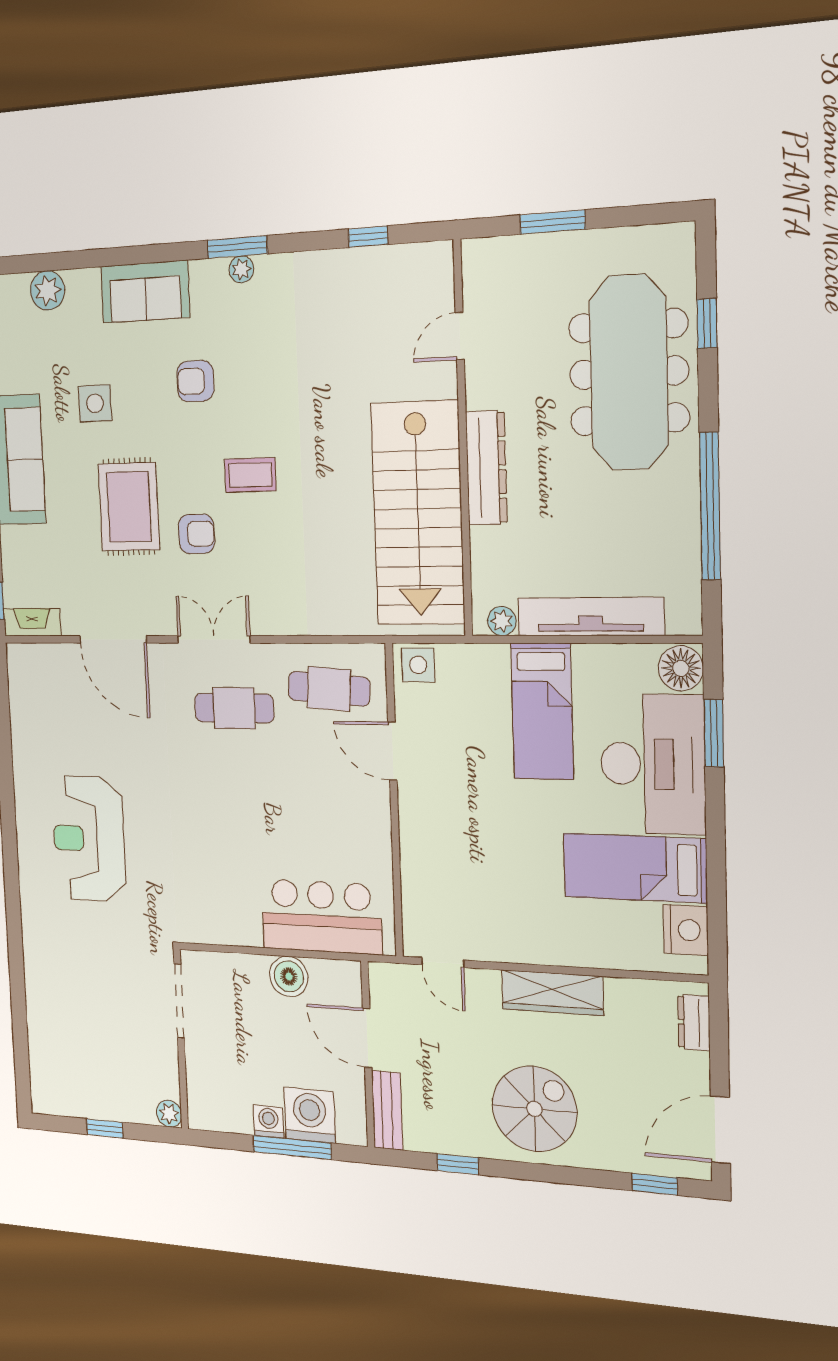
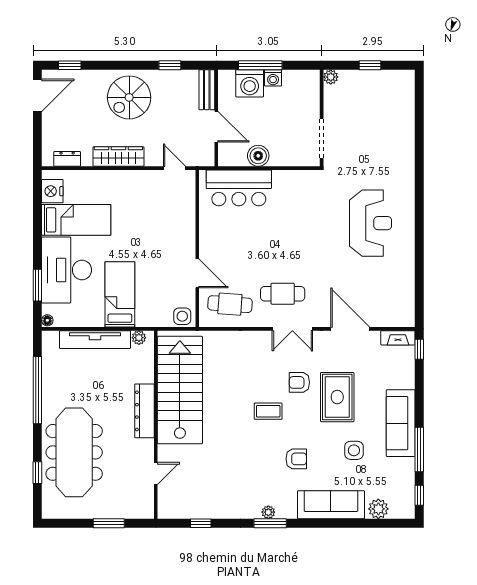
sofa: (145, 292) -> (331, 505), width x1.36
floor lamp: (681, 668) -> (47, 320), width x0.53, depth x0.53
dresser: (694, 1023) -> (67, 159), moved, turned -90

